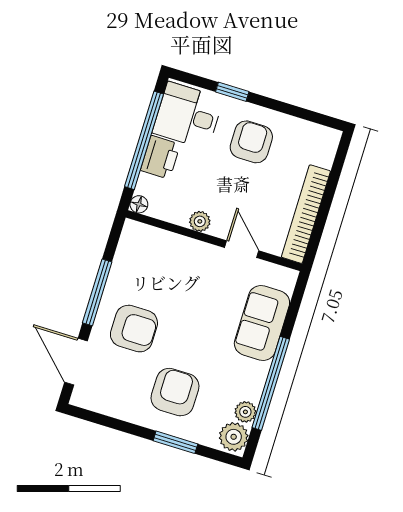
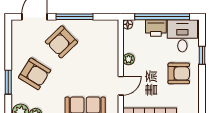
armchair: (134, 329) -> (61, 42), turned 46
armchair: (175, 392) -> (35, 74), turned 32

